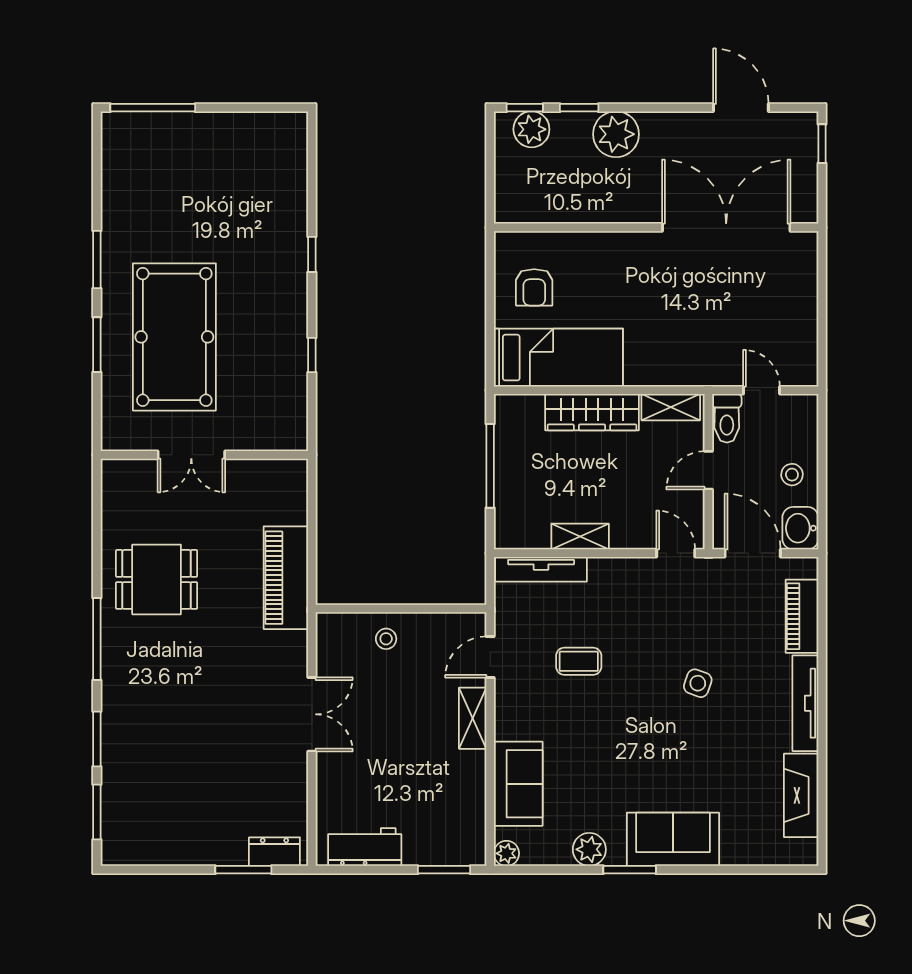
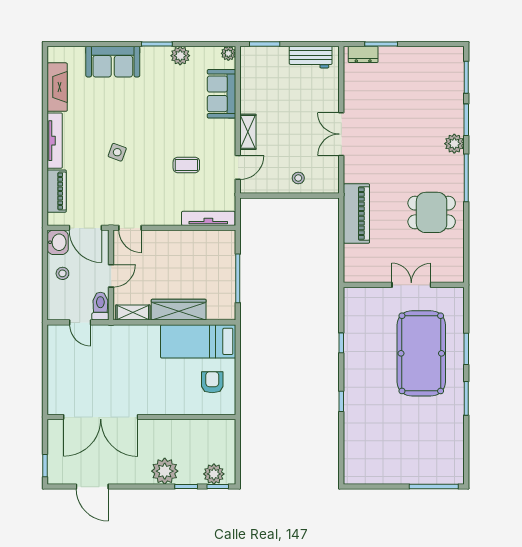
shelving: (580, 537) -> (186, 237), removed
plant: (117, 698) -> (454, 144), added
sofa: (673, 839) -> (113, 62), moved

